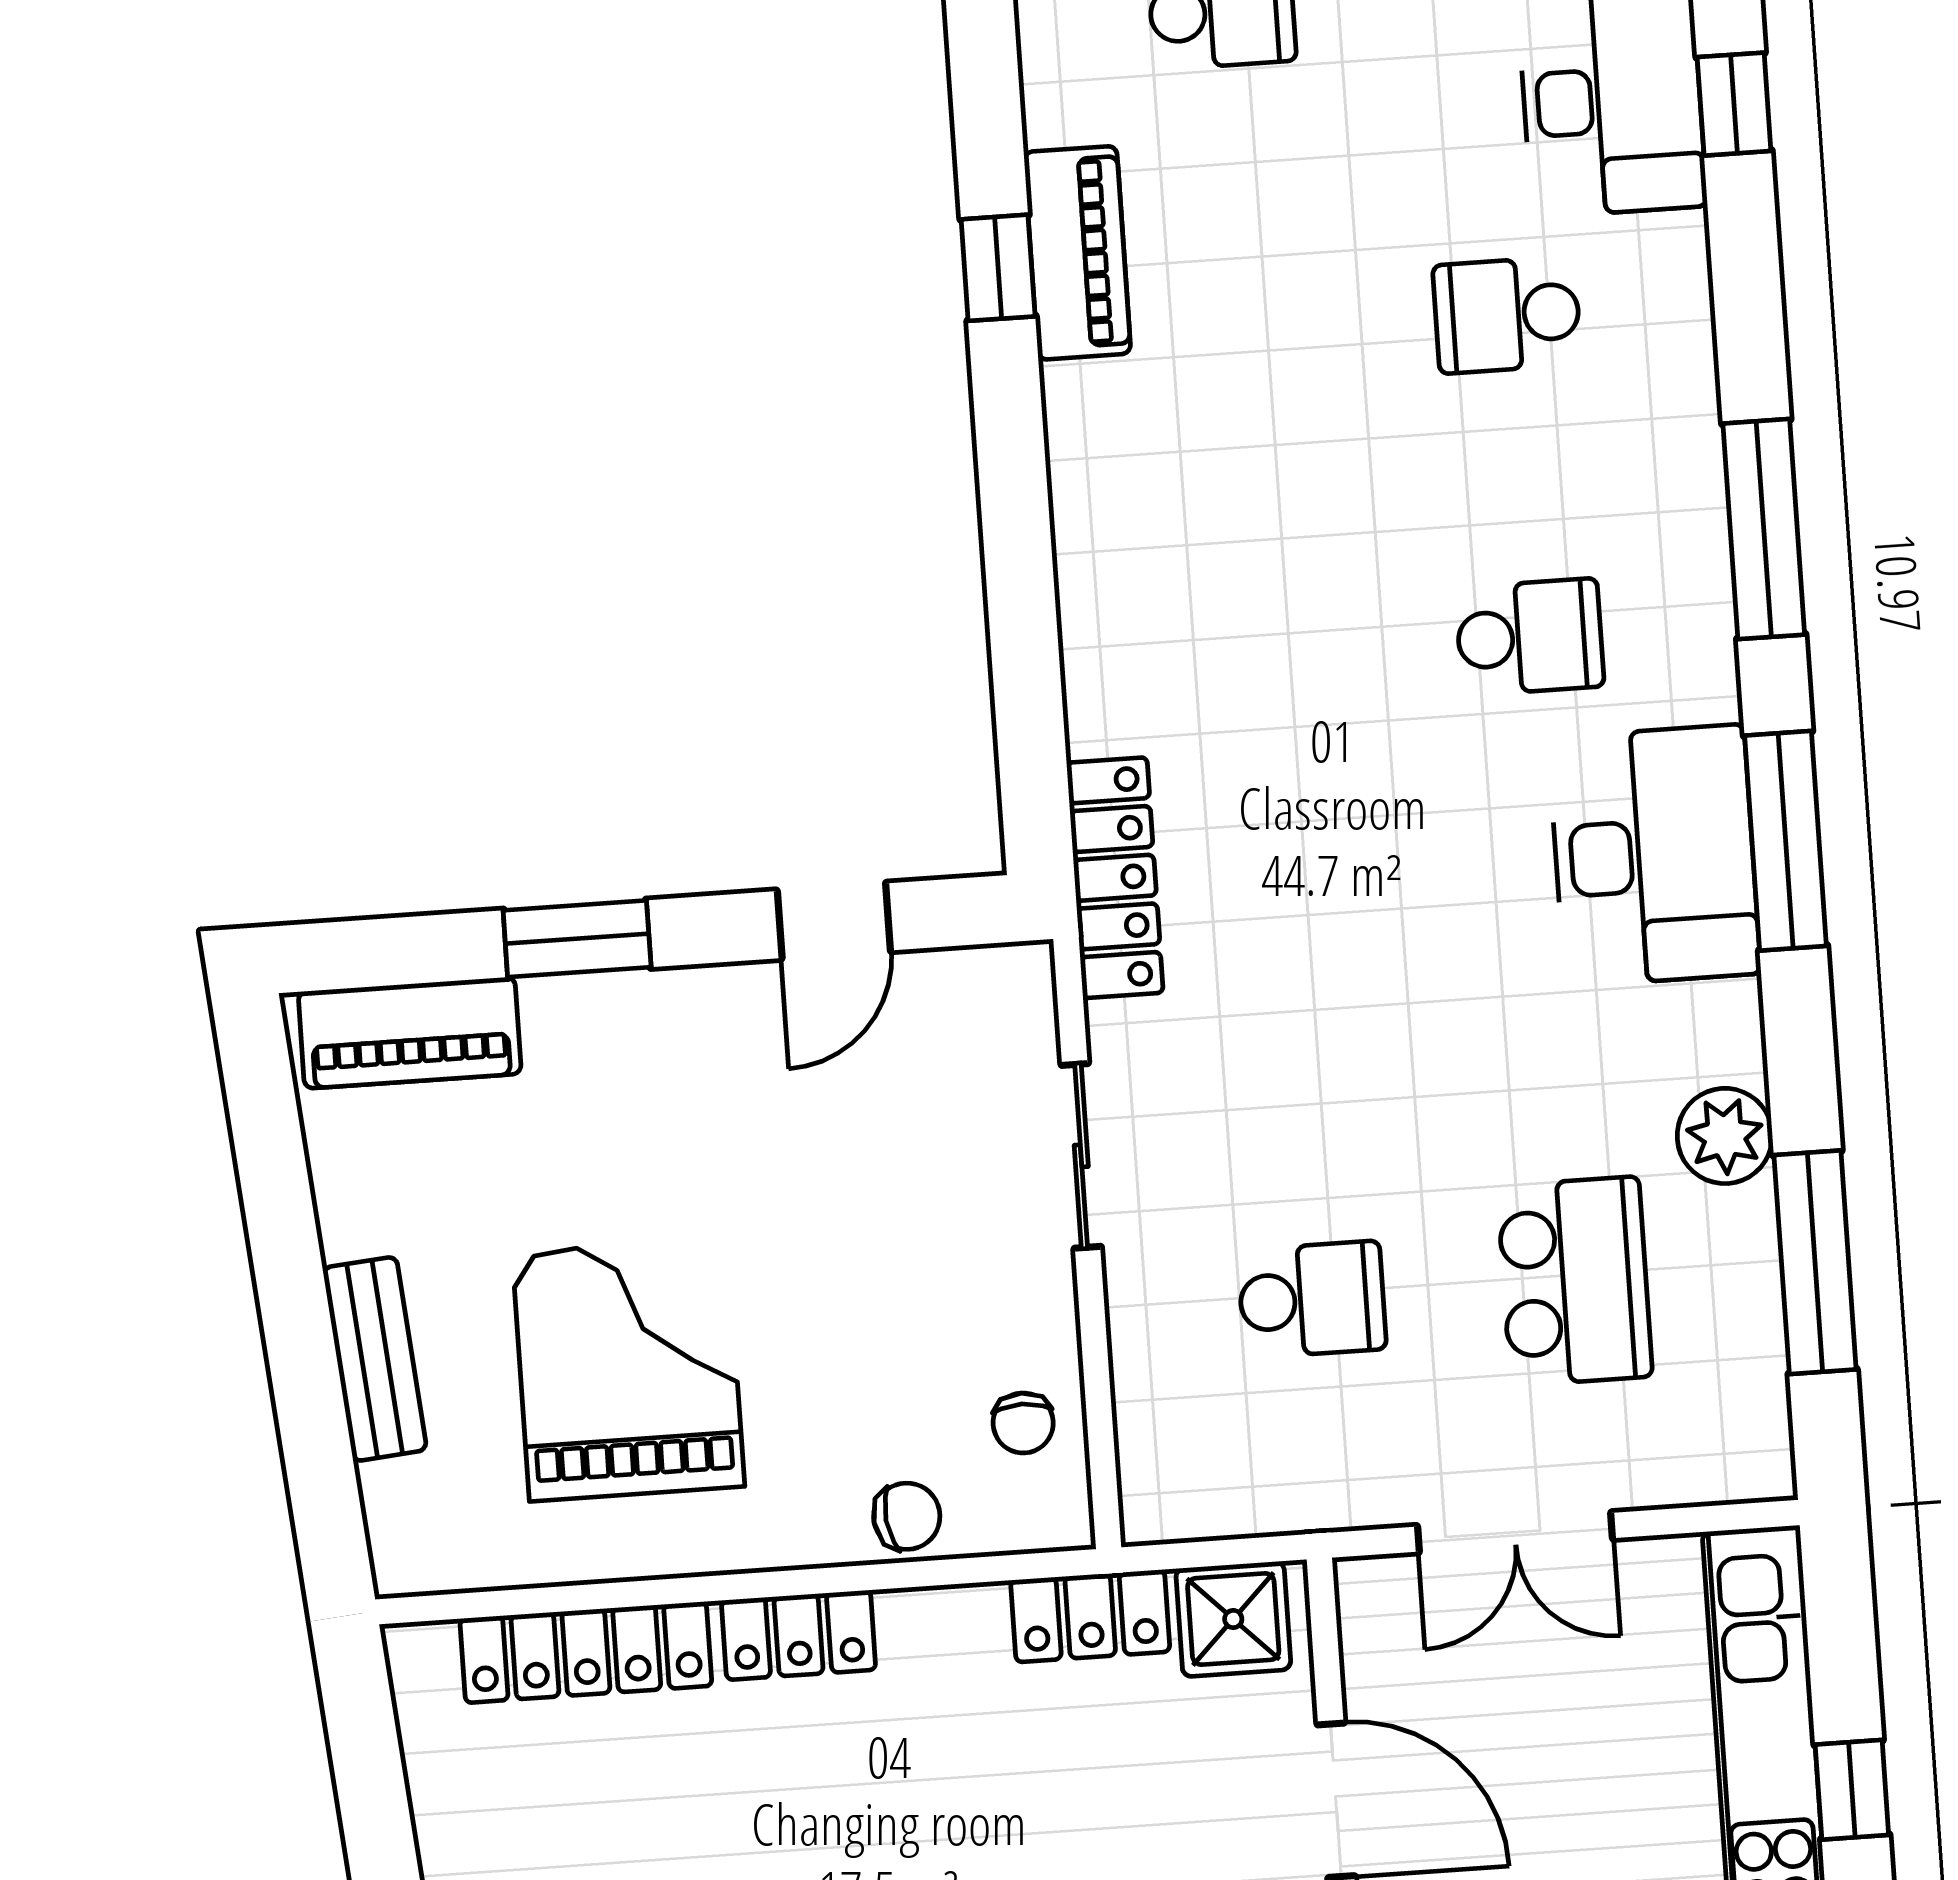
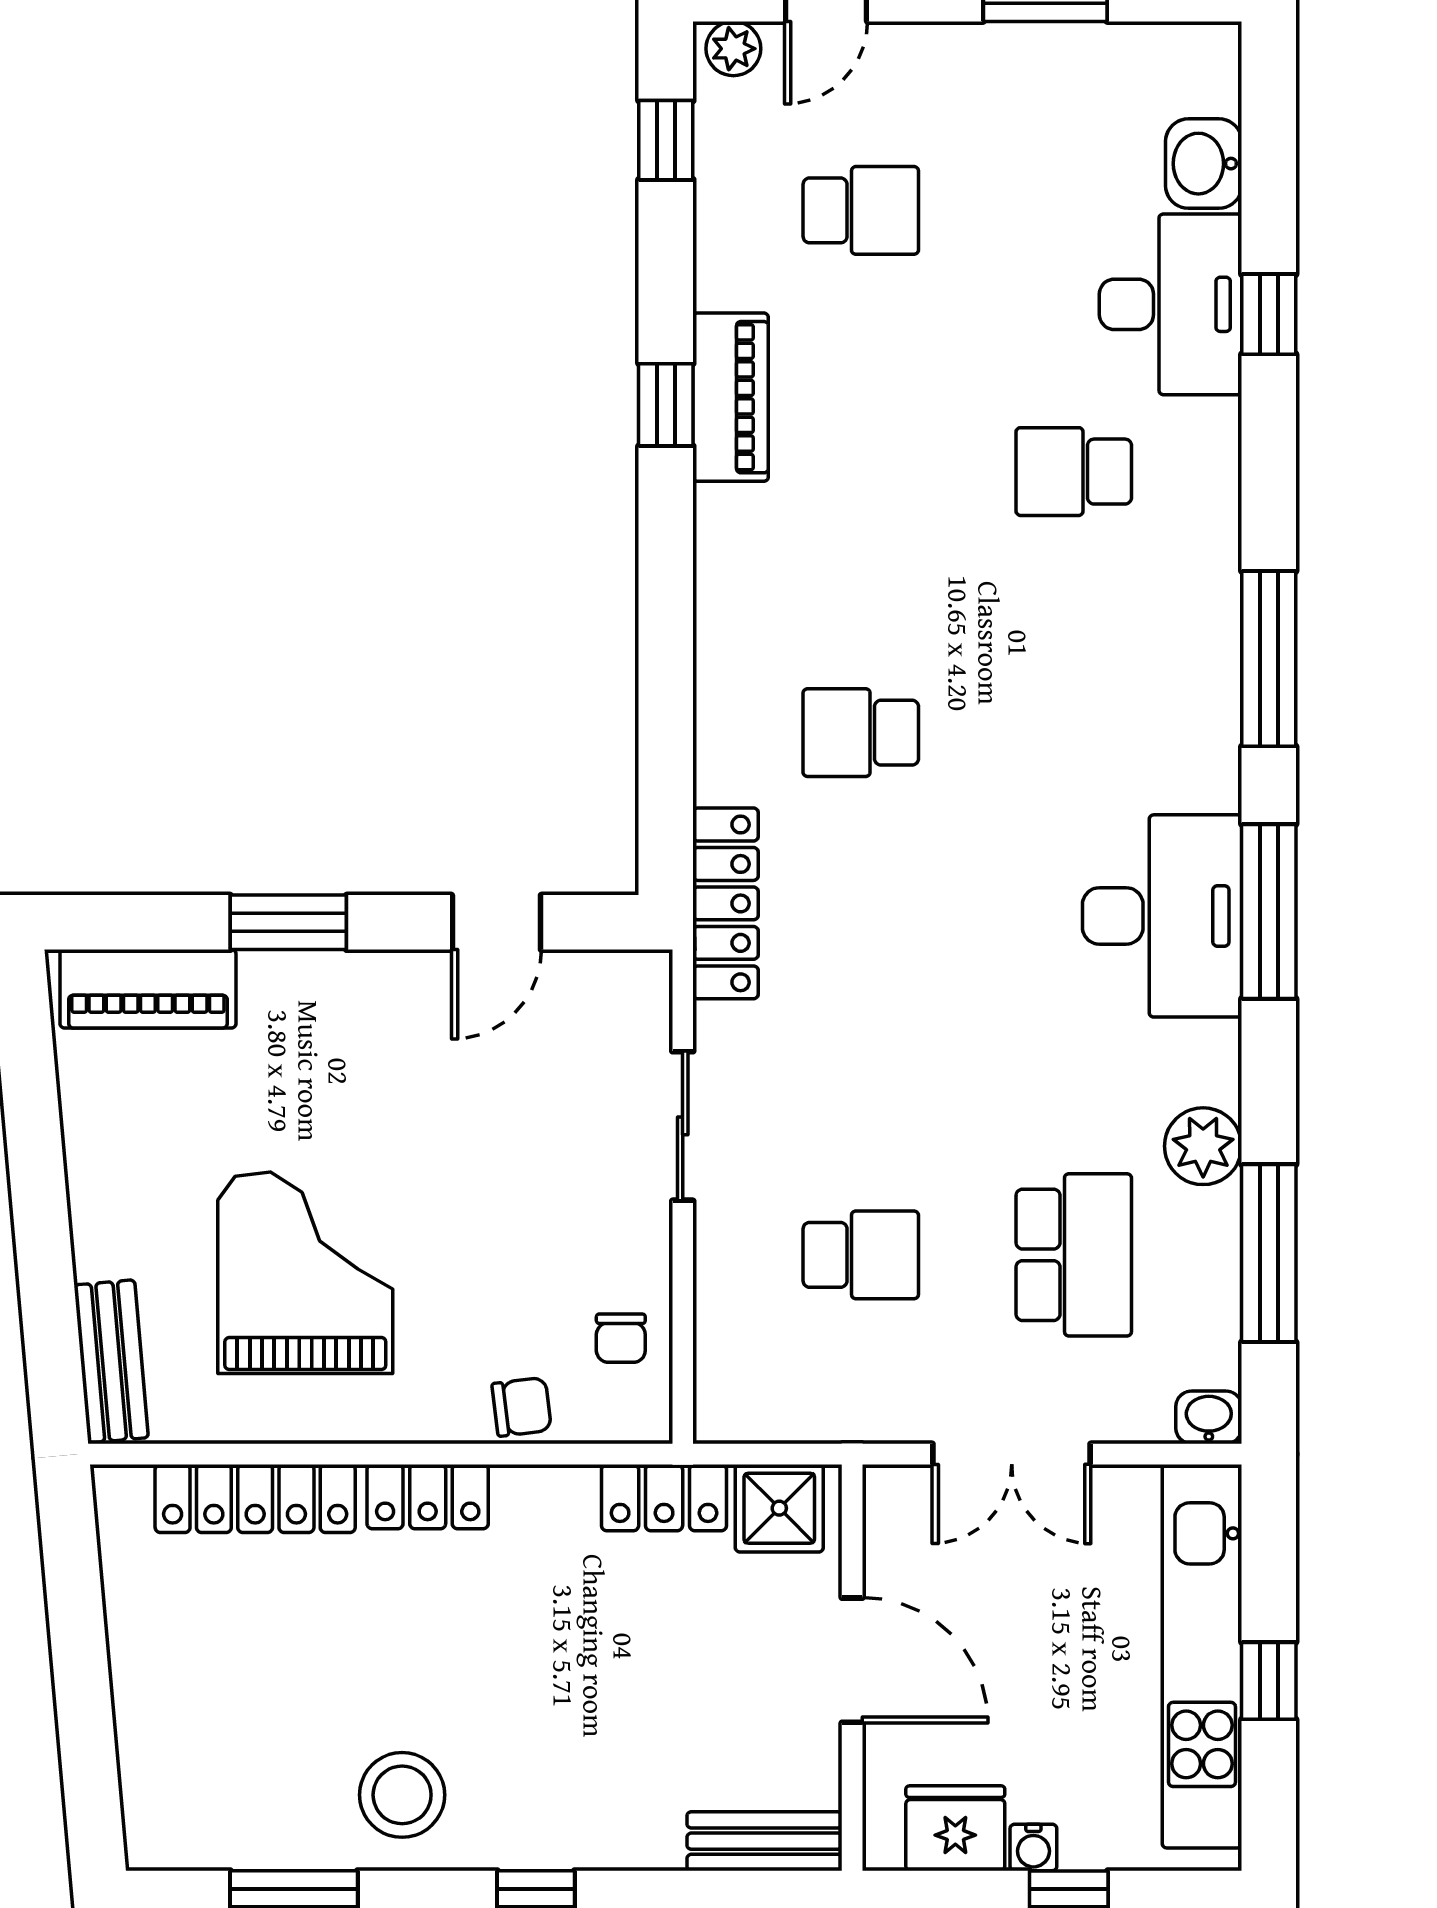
school desk: (1530, 637) -> (861, 733), moved, turned 180
bench: (375, 1359) -> (111, 1361), moved
washbasin: (1755, 1470) -> (1209, 1417), added

